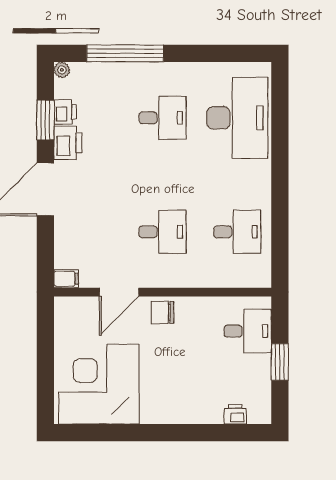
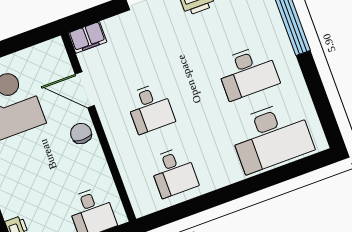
desk: (163, 118) -> (248, 73), width x1.37
filing cabinet: (66, 279) -> (87, 37), width x2.00

